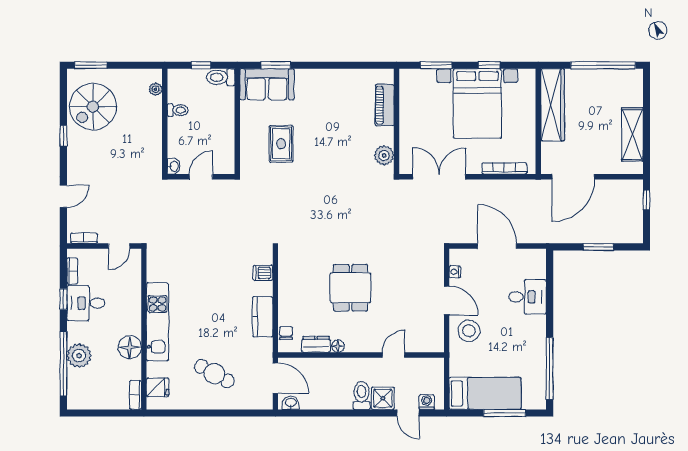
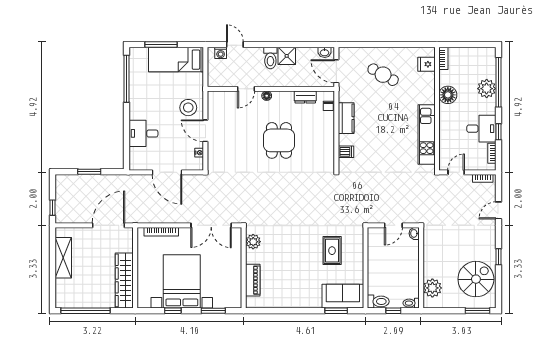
plant: (156, 89) -> (432, 288), width x1.88, depth x1.88
toilet: (178, 110) -> (411, 303), moved
kitchen unit: (157, 322) -> (427, 134), moved
floor lamp: (338, 346) -> (267, 96), moved
shower: (383, 398) -> (287, 56), moved

